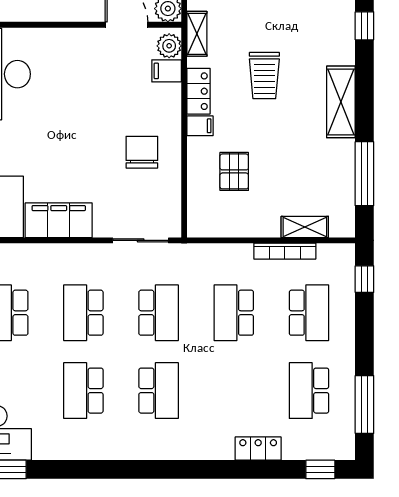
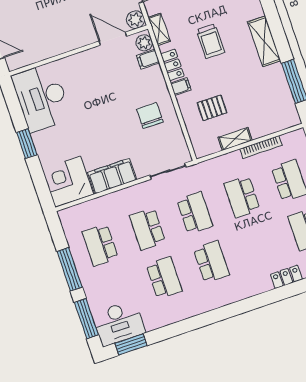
pallet: (234, 171) -> (212, 108), turned 90
shelving: (305, 227) -> (235, 139), moved
school desk: (83, 391) -> (164, 278), turned 180

